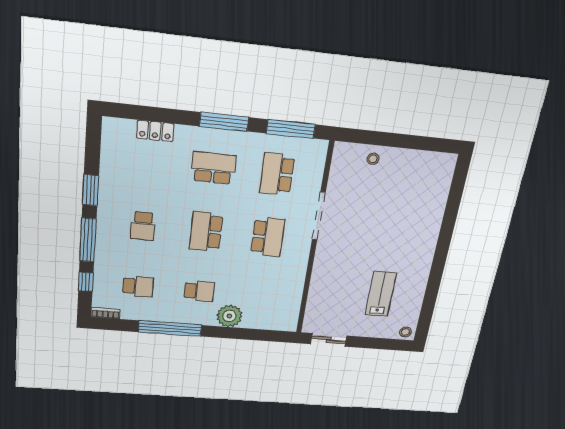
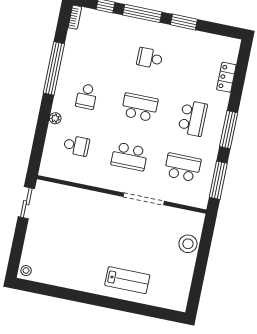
stool: (373, 159) -> (188, 244), width x1.89, depth x1.89
school desk: (138, 286) -> (76, 146), moved, turned -90
lab bench: (381, 294) -> (127, 280), moved
plant: (229, 316) -> (55, 118), width x0.53, depth x0.53

